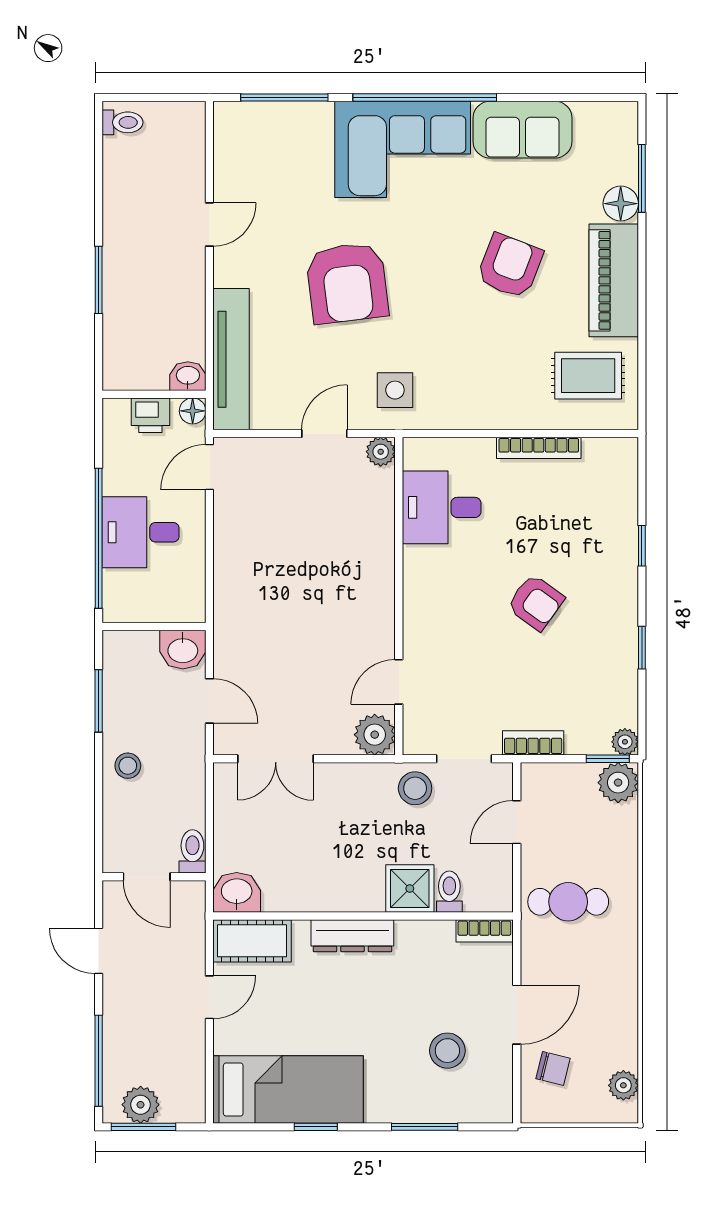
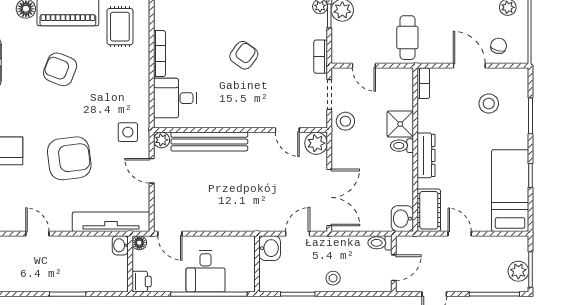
printer: (150, 415) -> (142, 282), moved
desk: (442, 507) -> (175, 98), moved, turned 90
bench: (378, 539) -> (209, 142), added
double door: (276, 759) -> (329, 197), width x1.37
toilet: (449, 892) -> (402, 146), moved

